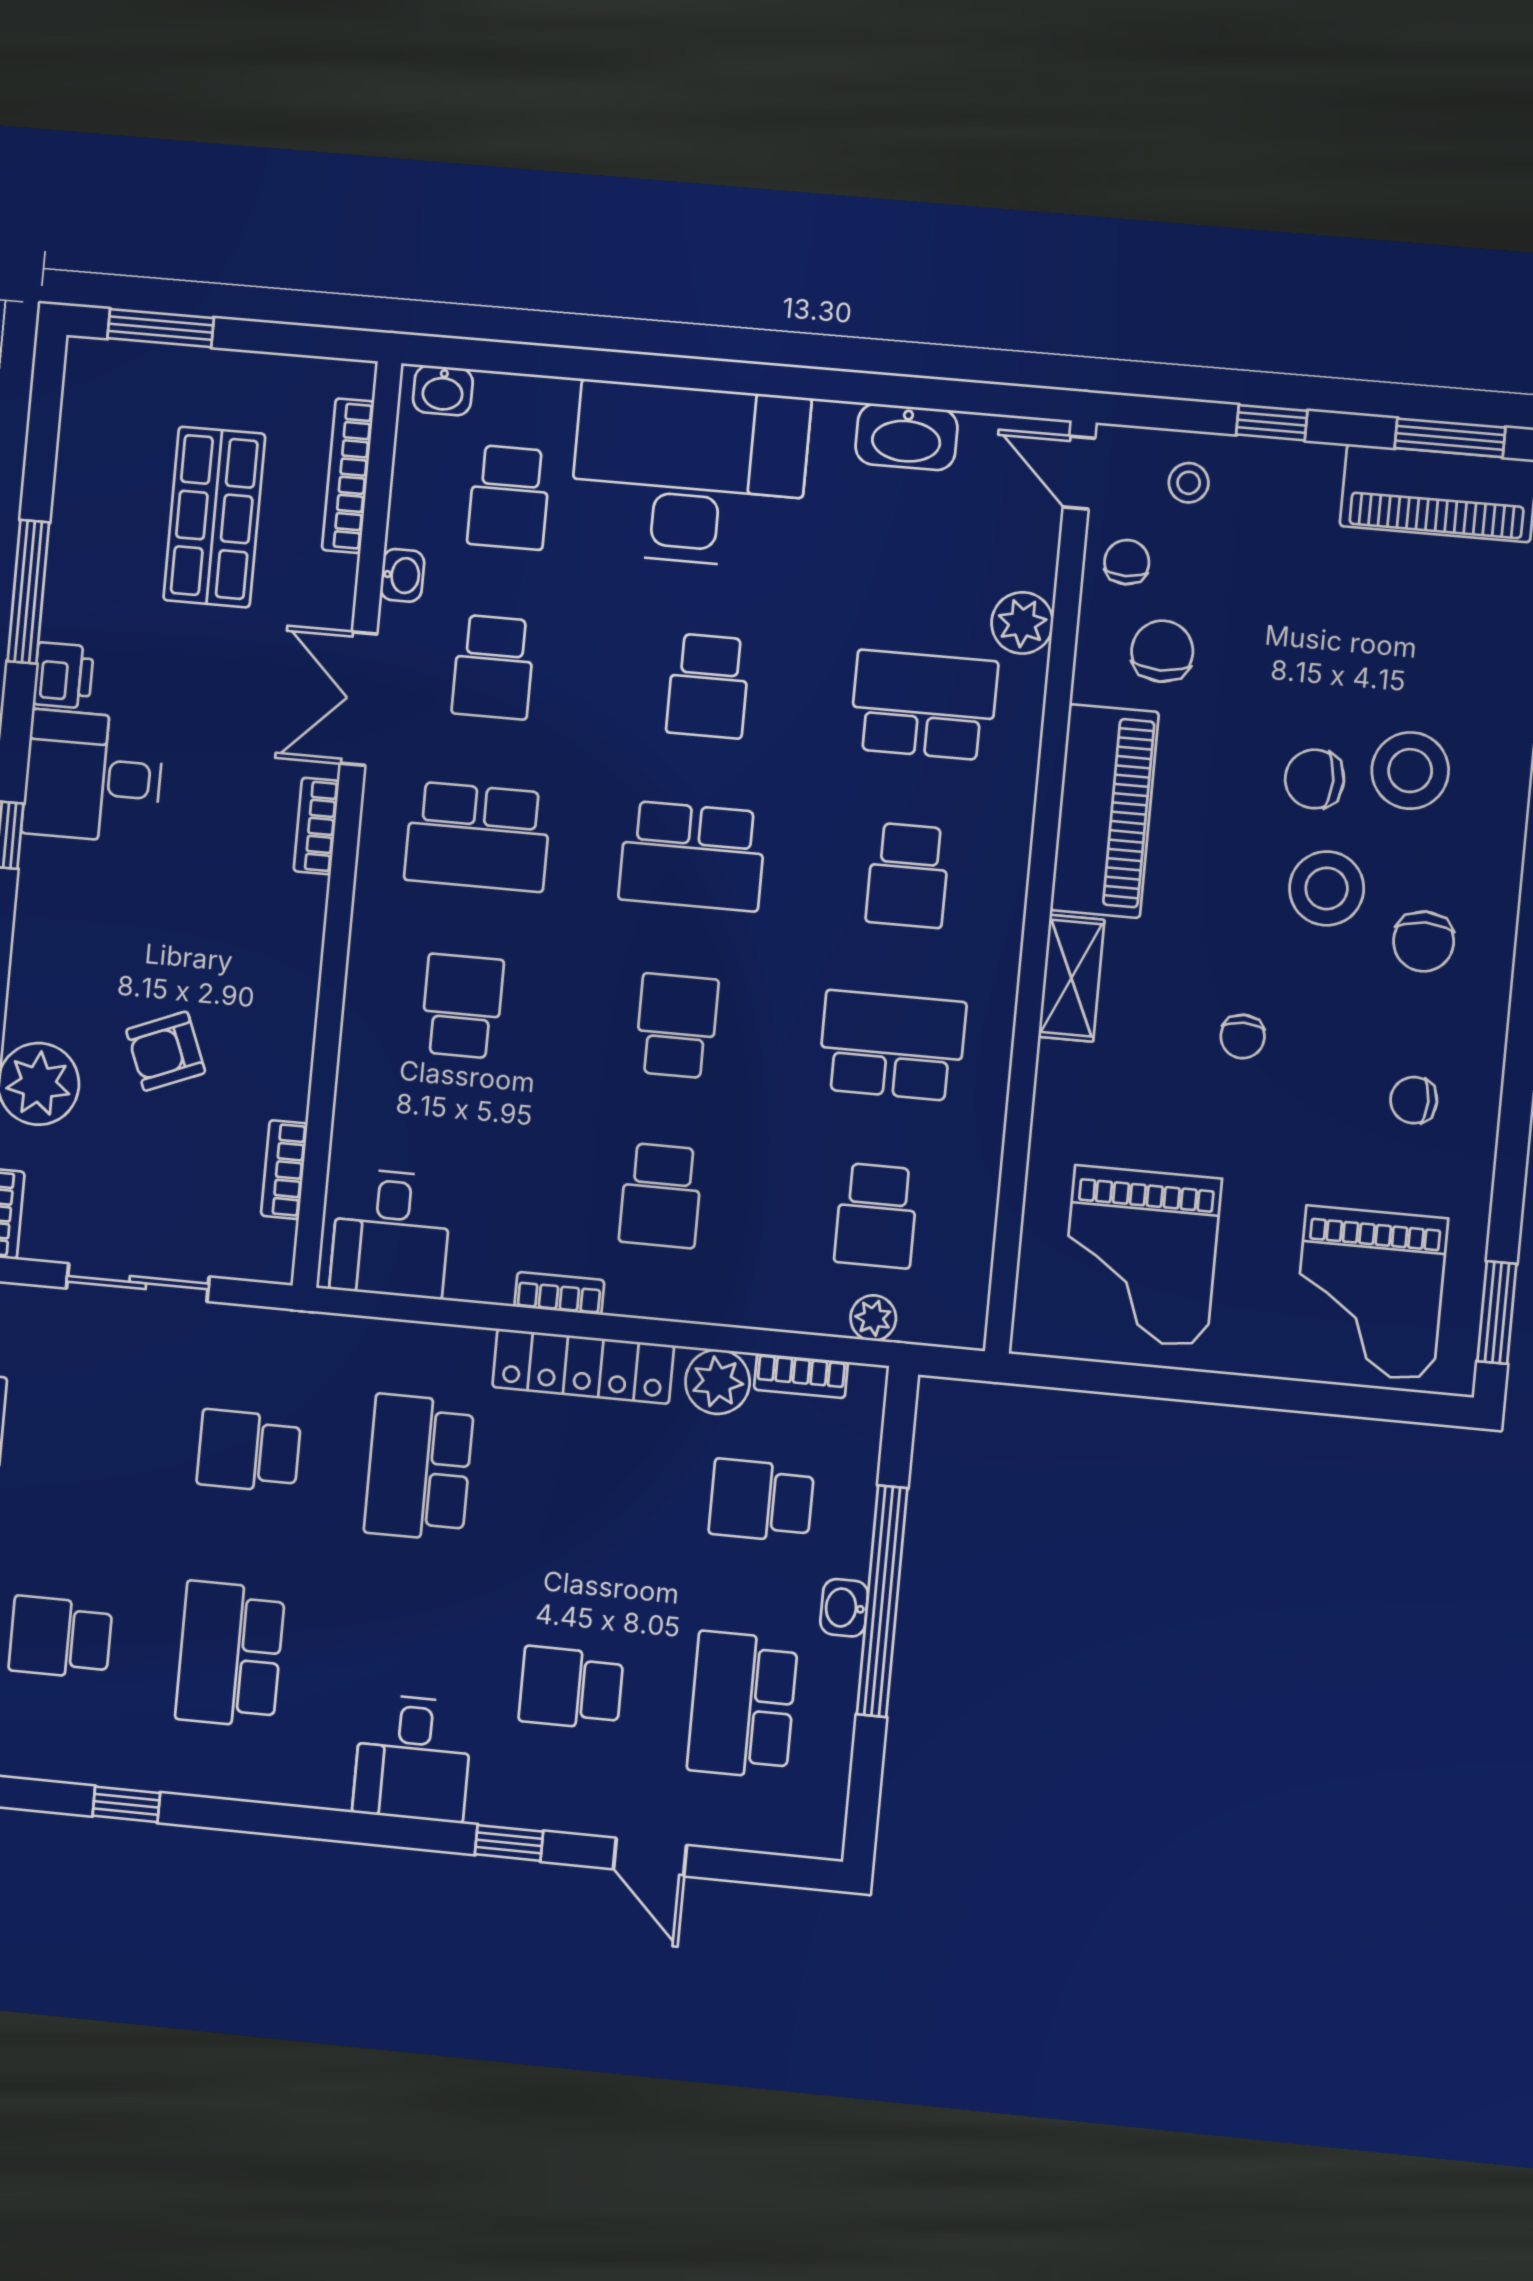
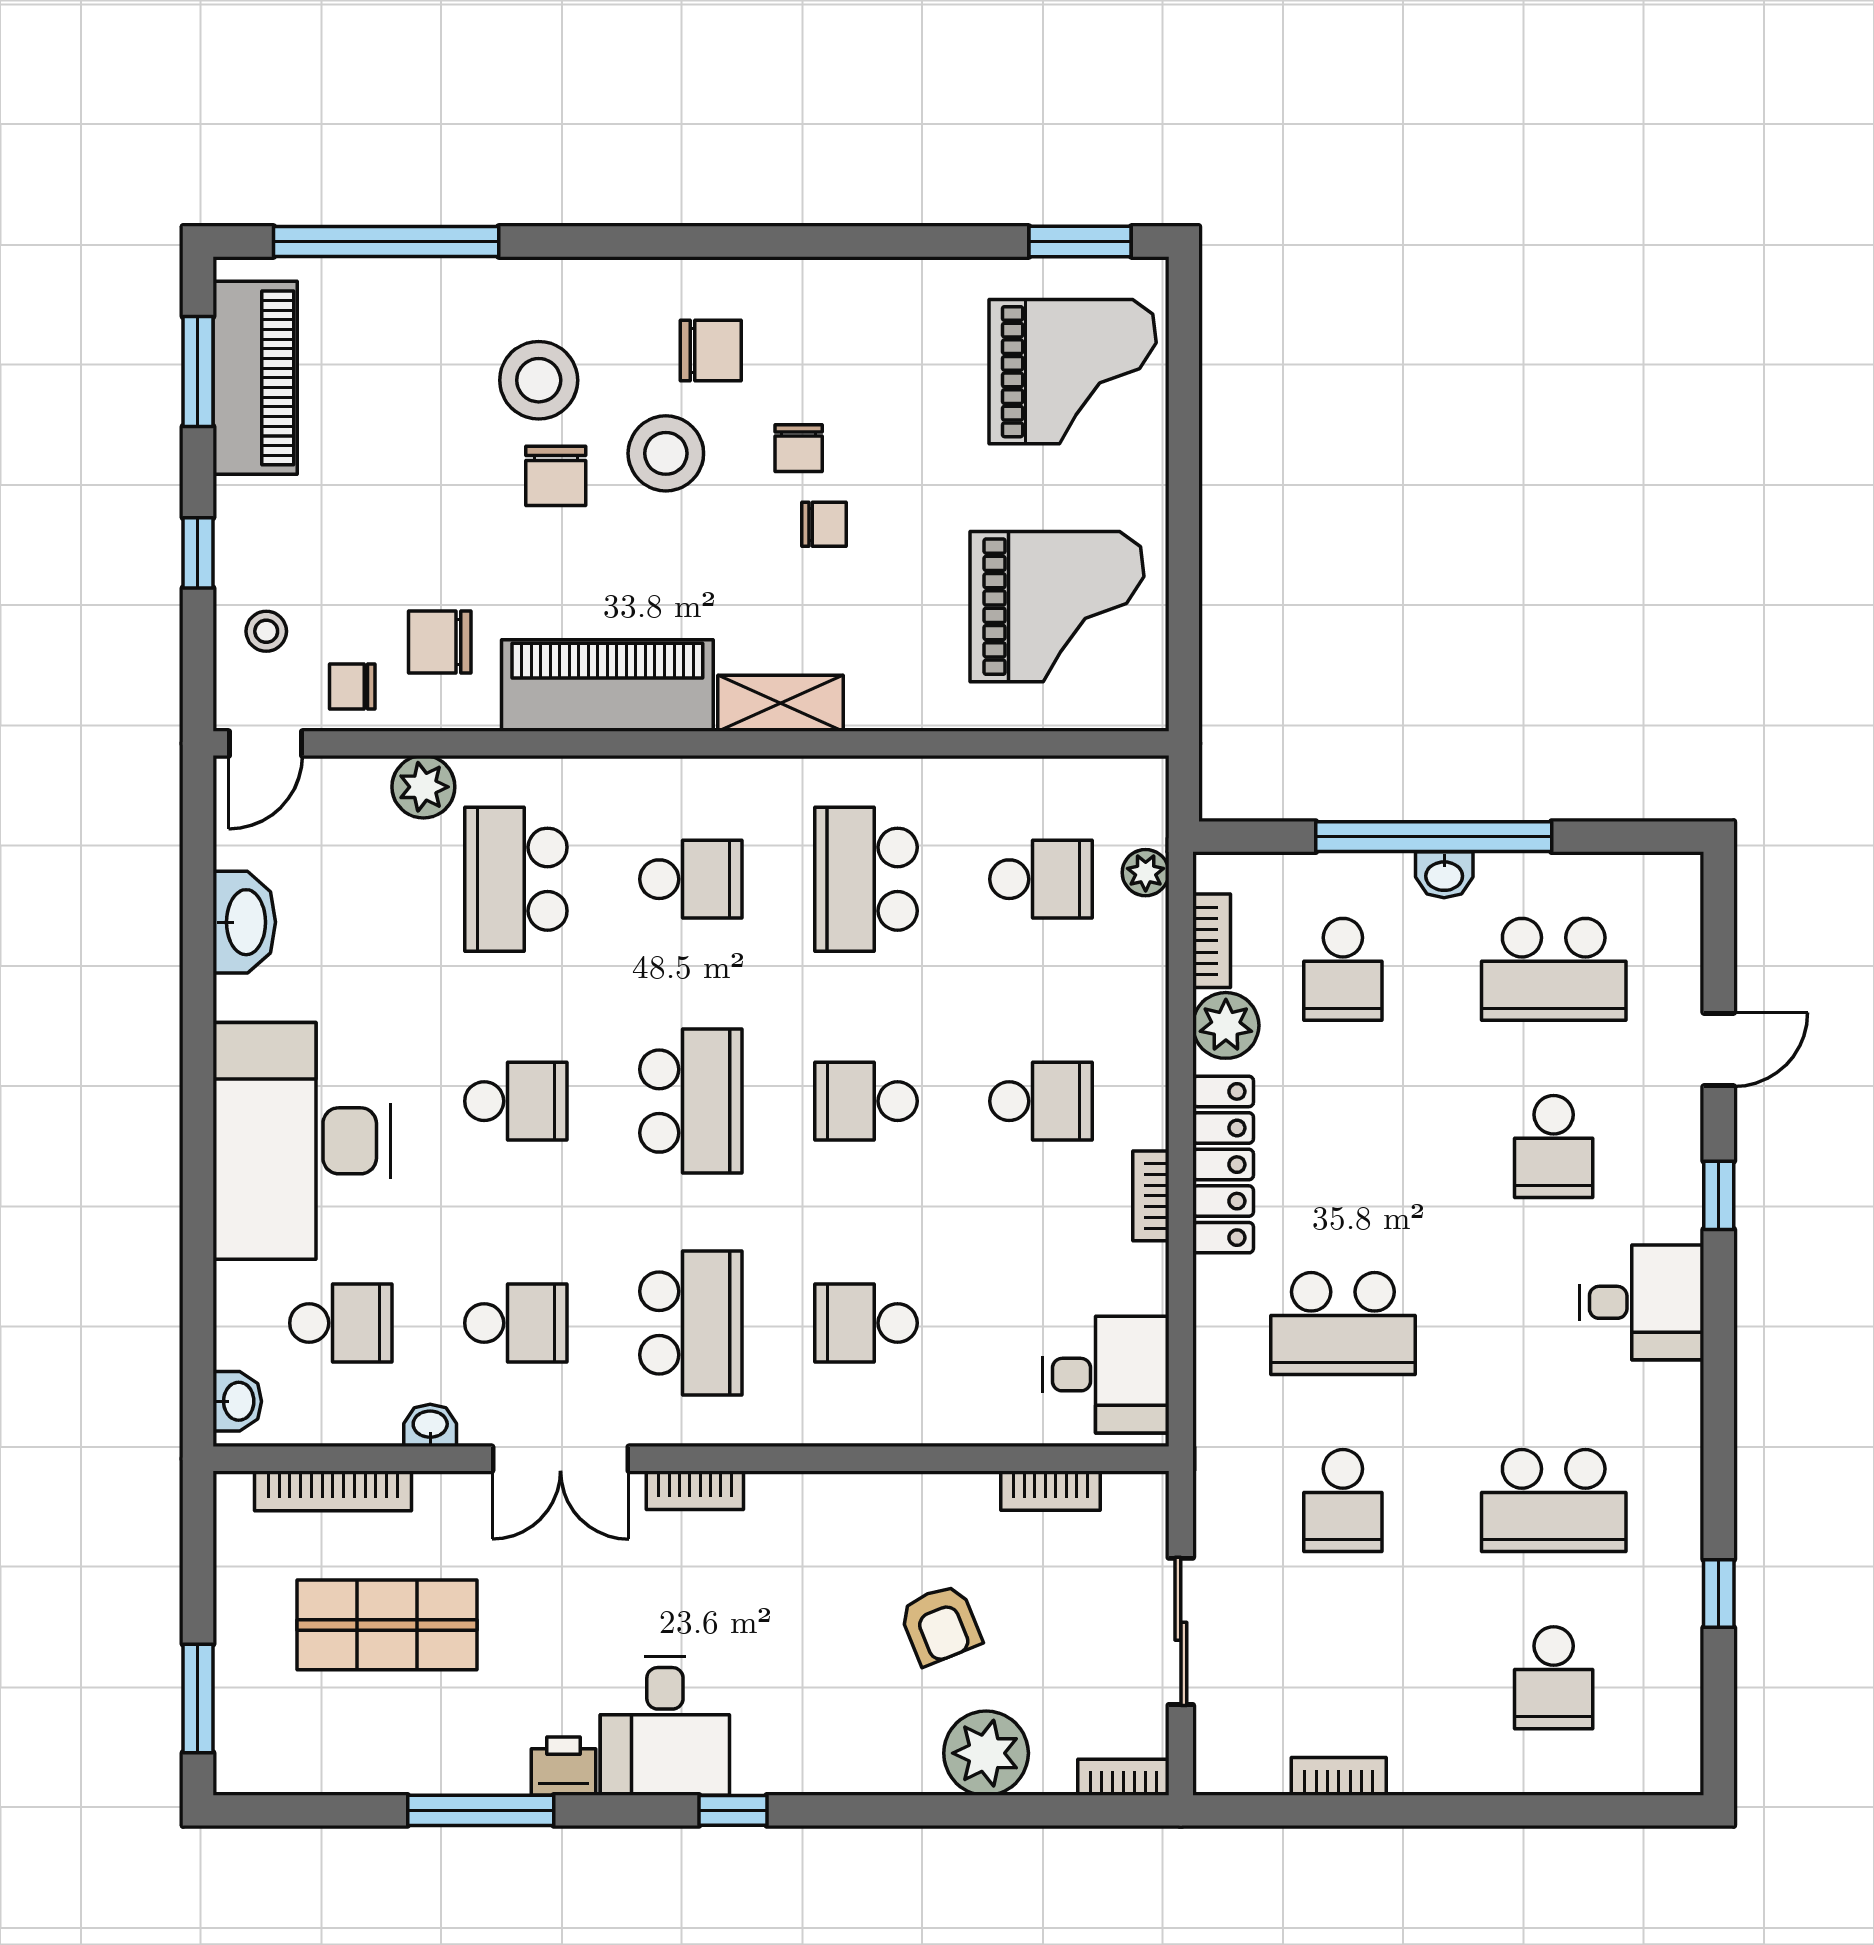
chair: (1414, 1100) -> (799, 448), moved

